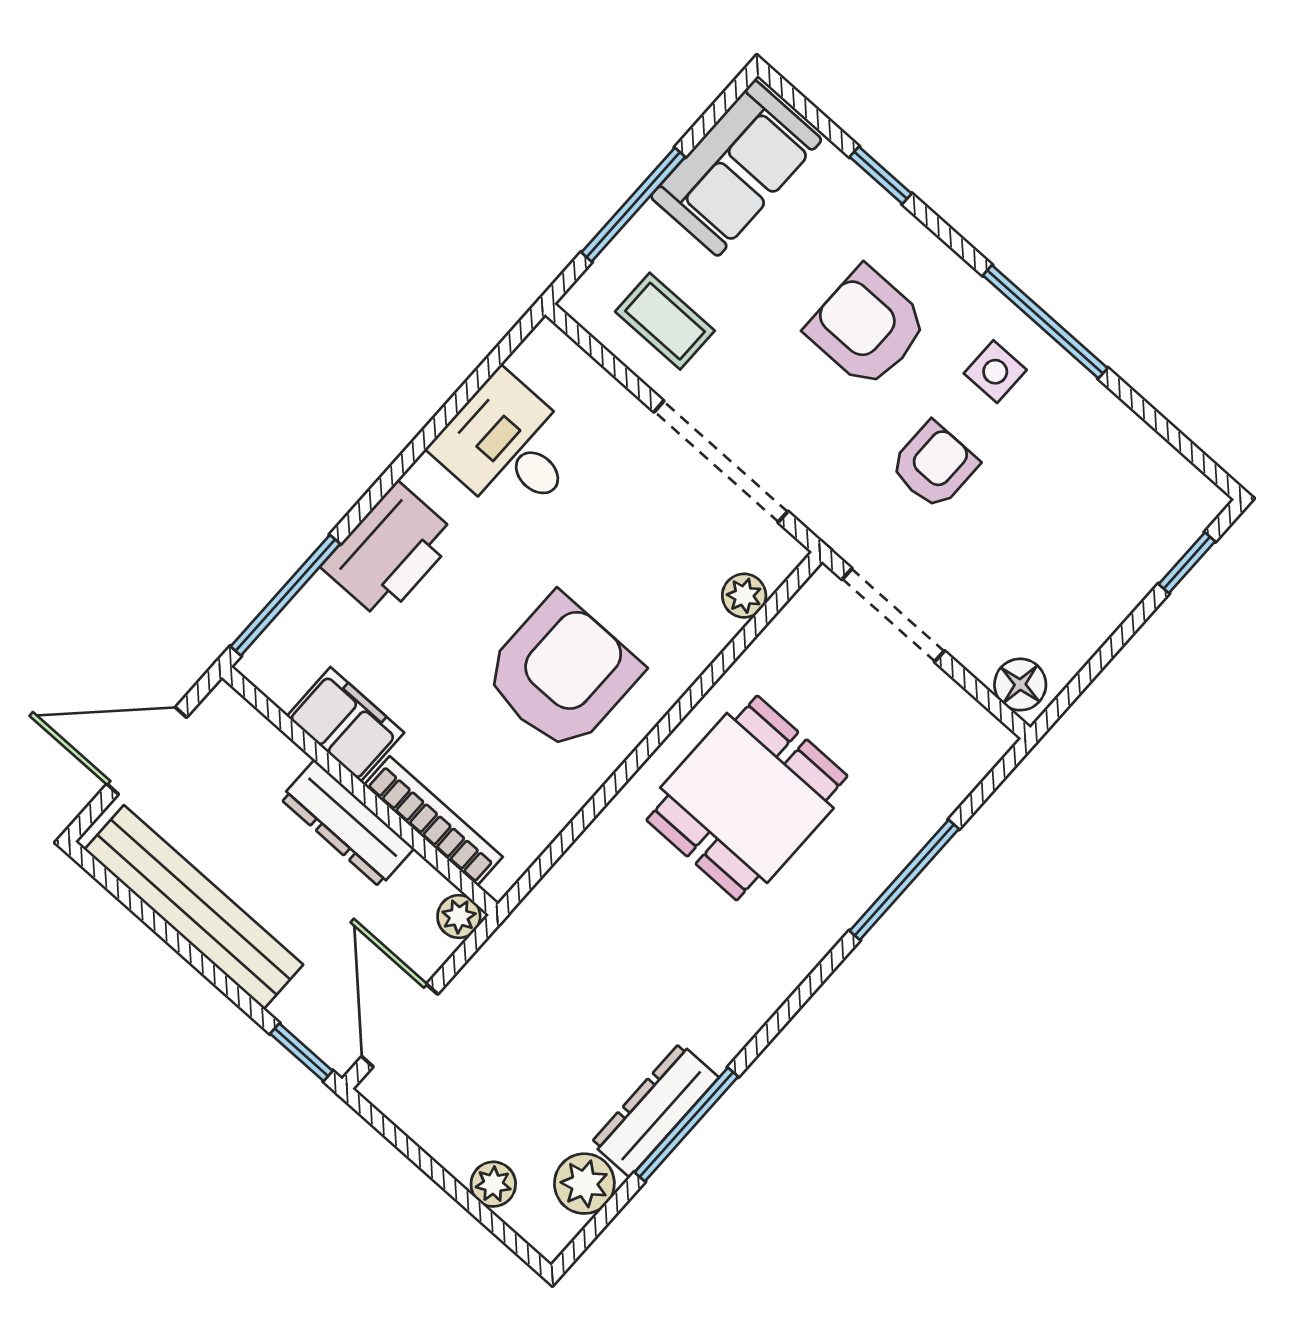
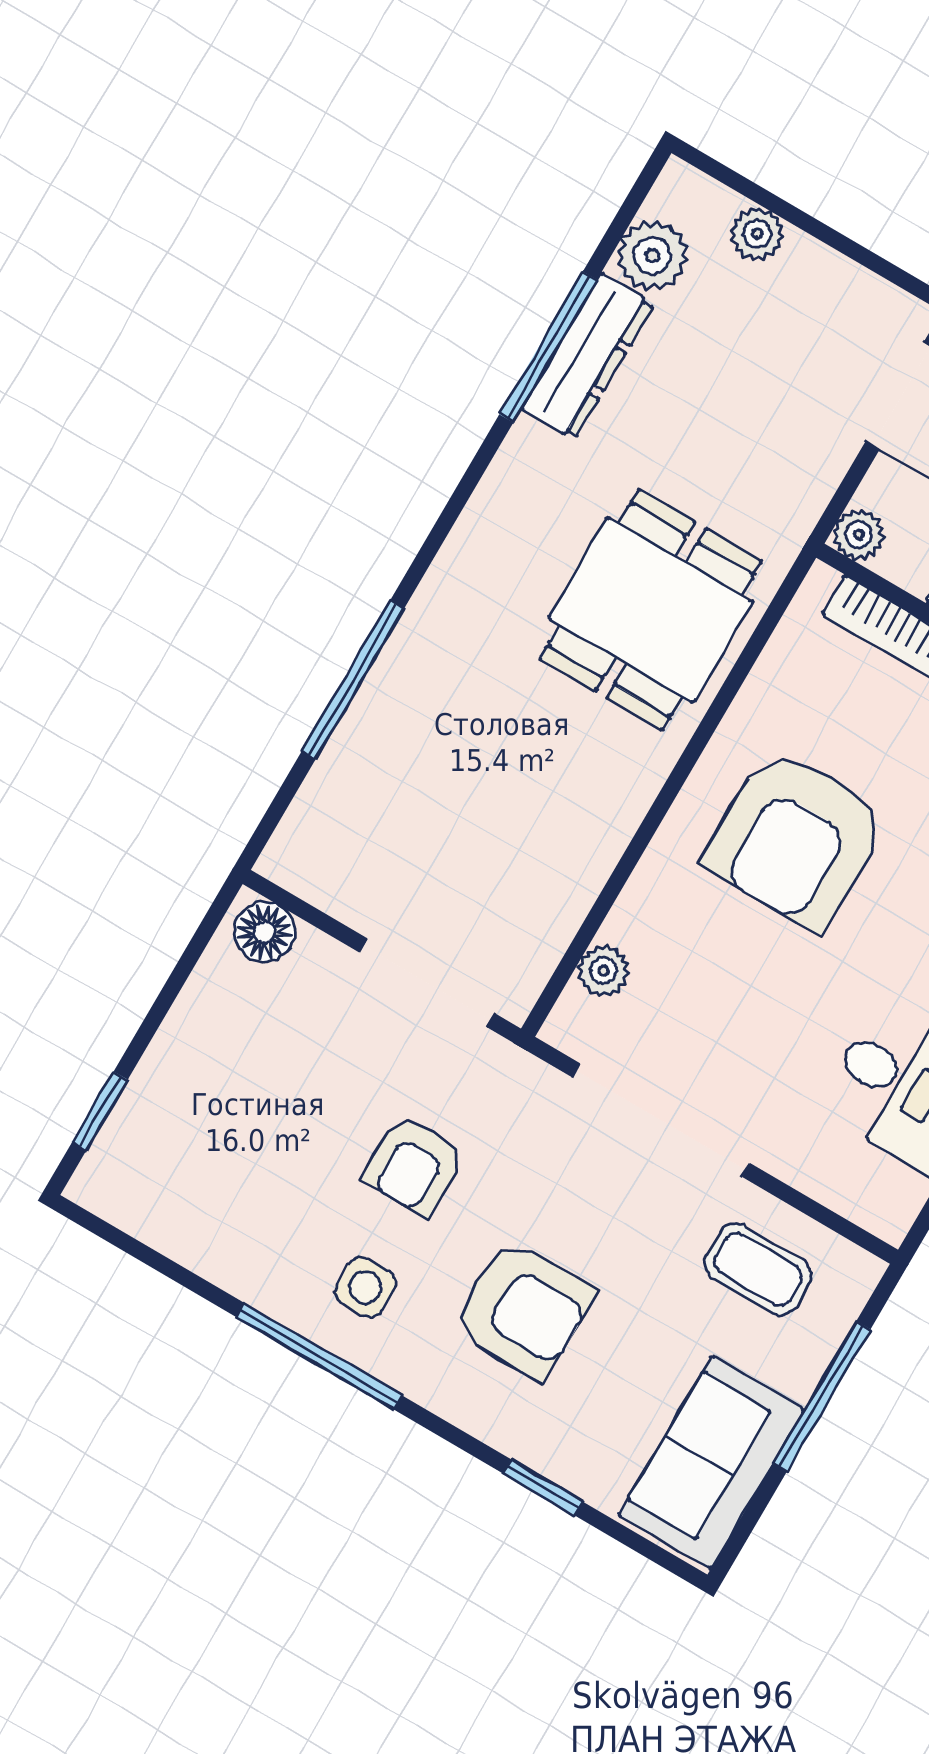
dining table: (747, 798) -> (651, 610), moved

